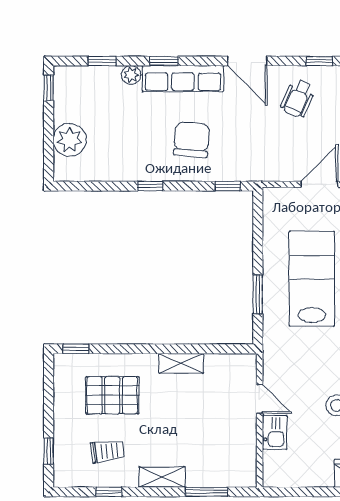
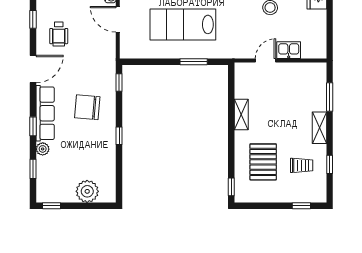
wheelchair: (298, 98) -> (59, 34), turned 66
trolley: (107, 451) -> (302, 165), turned 97

